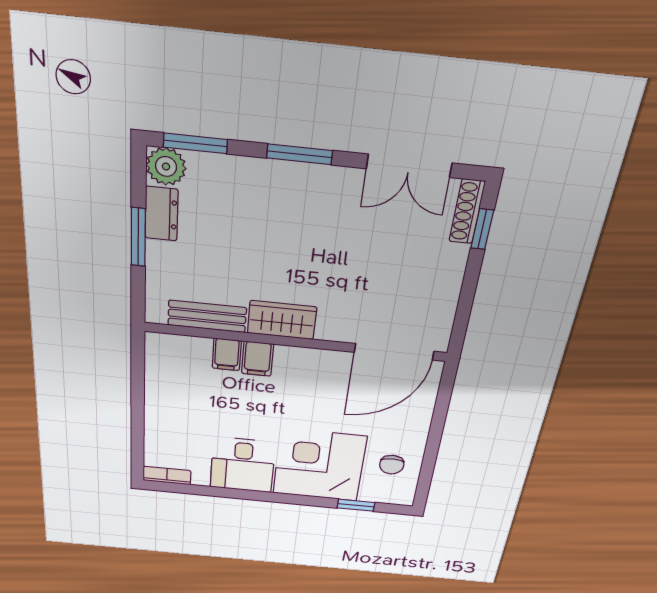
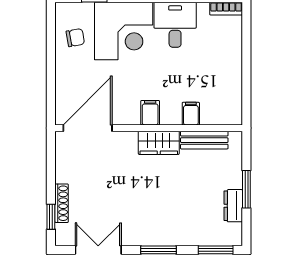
plant: (166, 166) -> (231, 235), removed
shoe rack: (467, 212) -> (62, 203), moved
filing cabinet: (258, 359) -> (150, 113), moved
chair: (392, 465) -> (75, 38), turned 80

